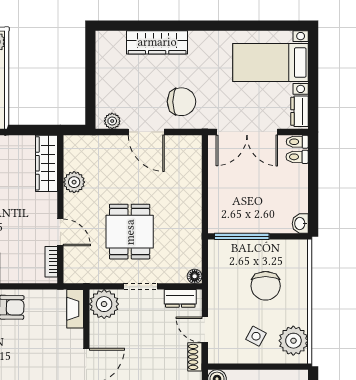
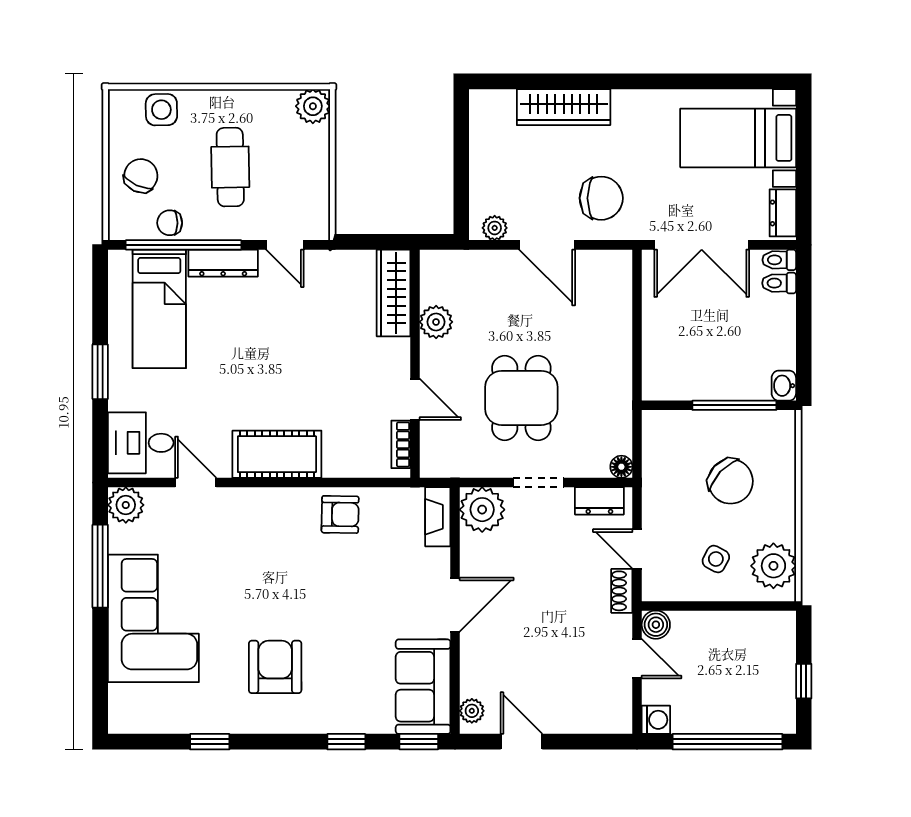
window: (242, 236) -> (734, 405), moved
chair: (266, 286) -> (731, 481), turned -47

